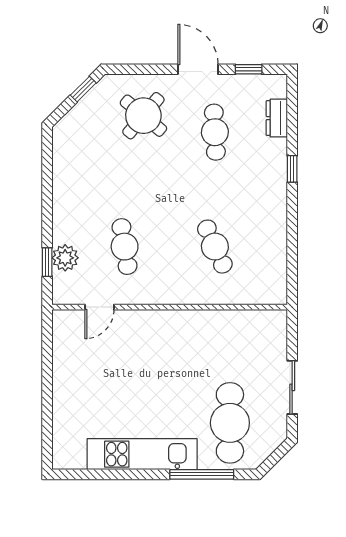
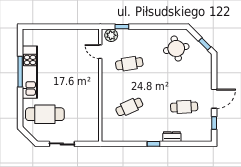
round table: (143, 116) -> (176, 49), moved, turned 38
dresser: (277, 118) -> (172, 137), moved
window: (292, 169) -> (154, 144), moved
plant: (65, 258) -> (111, 35), moved
window: (202, 474) -> (20, 72), moved

